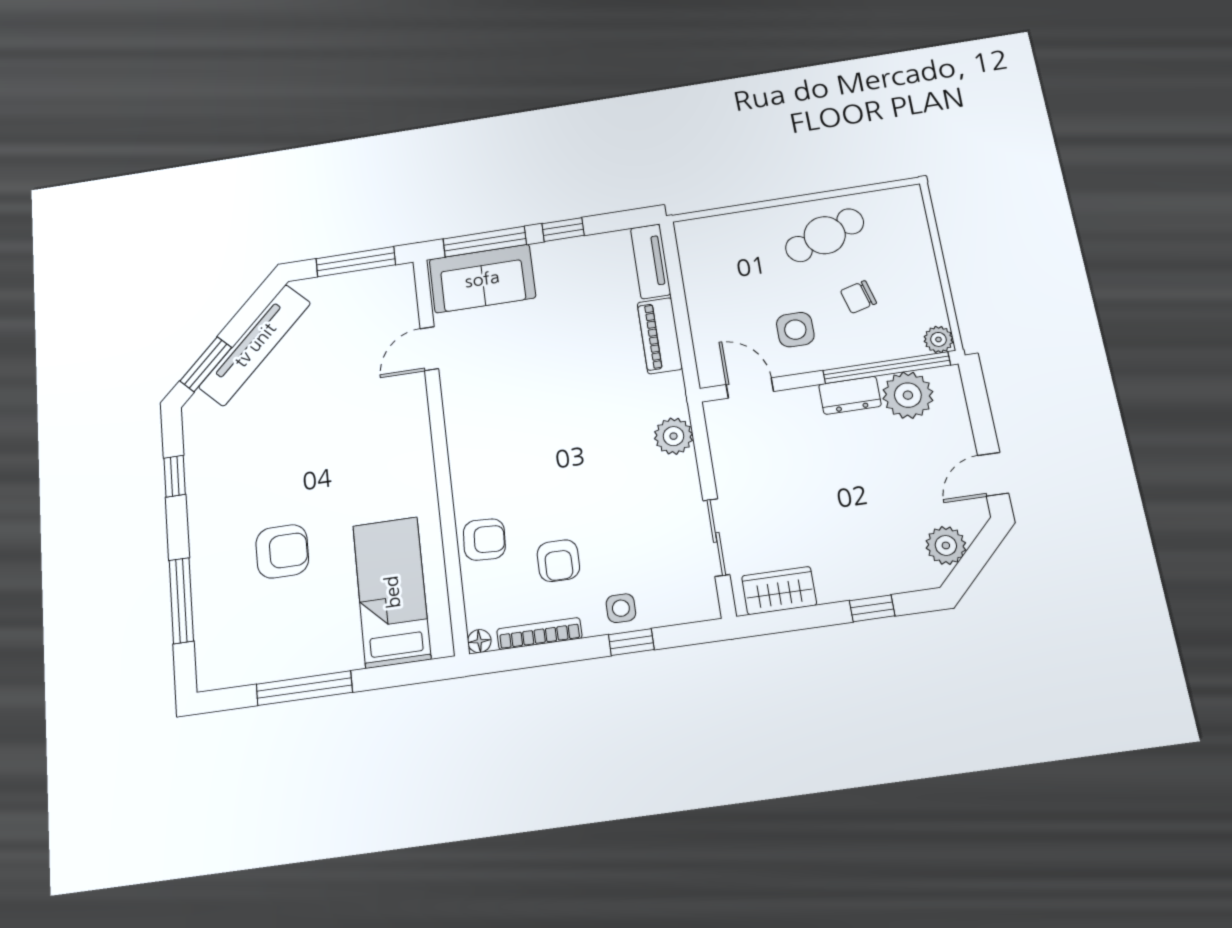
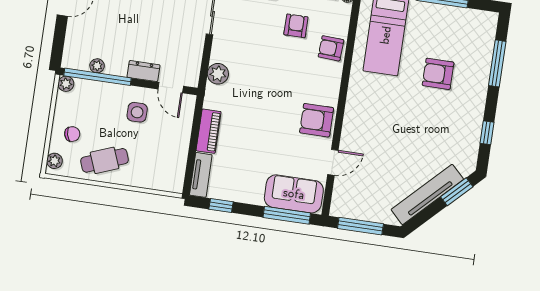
plant: (911, 209) -> (54, 161), added
window: (563, 230) -> (221, 205), moved
chair: (858, 297) -> (72, 134), moved
dresser: (850, 395) -> (144, 71), moved
plant: (908, 395) -> (97, 66), width x0.53, depth x0.53
armchair: (476, 409) -> (317, 120), added

